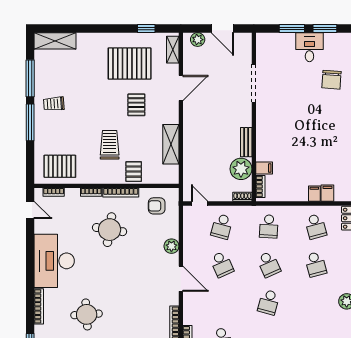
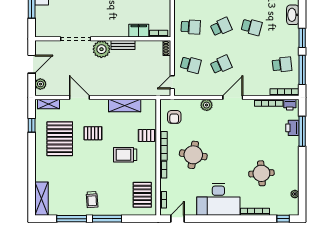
filing cabinet: (264, 168) -> (139, 31), width x2.00
plant: (241, 169) -> (101, 49), moved

